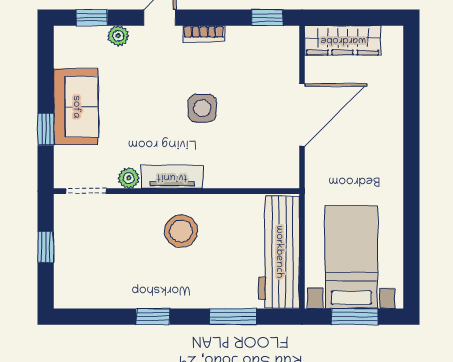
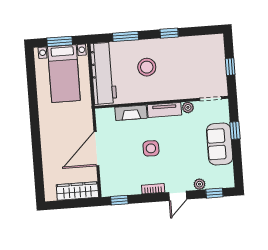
fireplace: (234, 176) -> (131, 113), added
stool: (181, 231) -> (147, 67), moved

